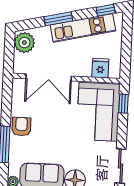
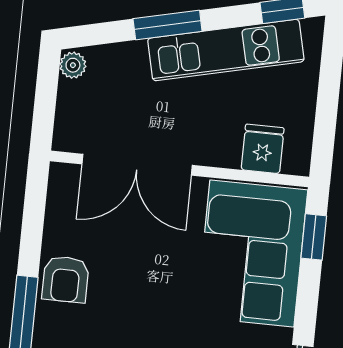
plant: (24, 43) -> (73, 65), width x0.53, depth x0.53
armchair: (21, 127) -> (65, 279), turned 180

